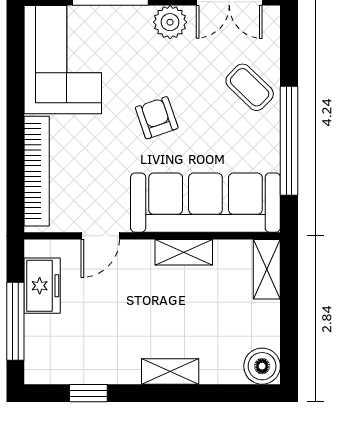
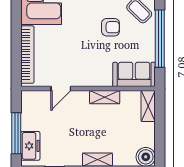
armchair: (157, 118) -> (111, 27), moved, turned 109
sofa: (205, 203) -> (134, 74), width x0.54, depth x0.79
freezer: (42, 286) -> (30, 146), moved

